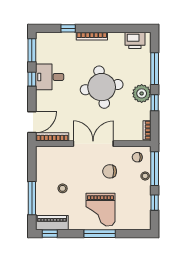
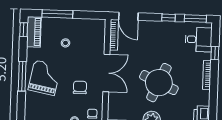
desk: (50, 77) -> (199, 39), moved, turned 90
round table: (102, 87) -> (159, 83), turned 33
grand piano: (100, 210) -> (45, 78), turned 101

